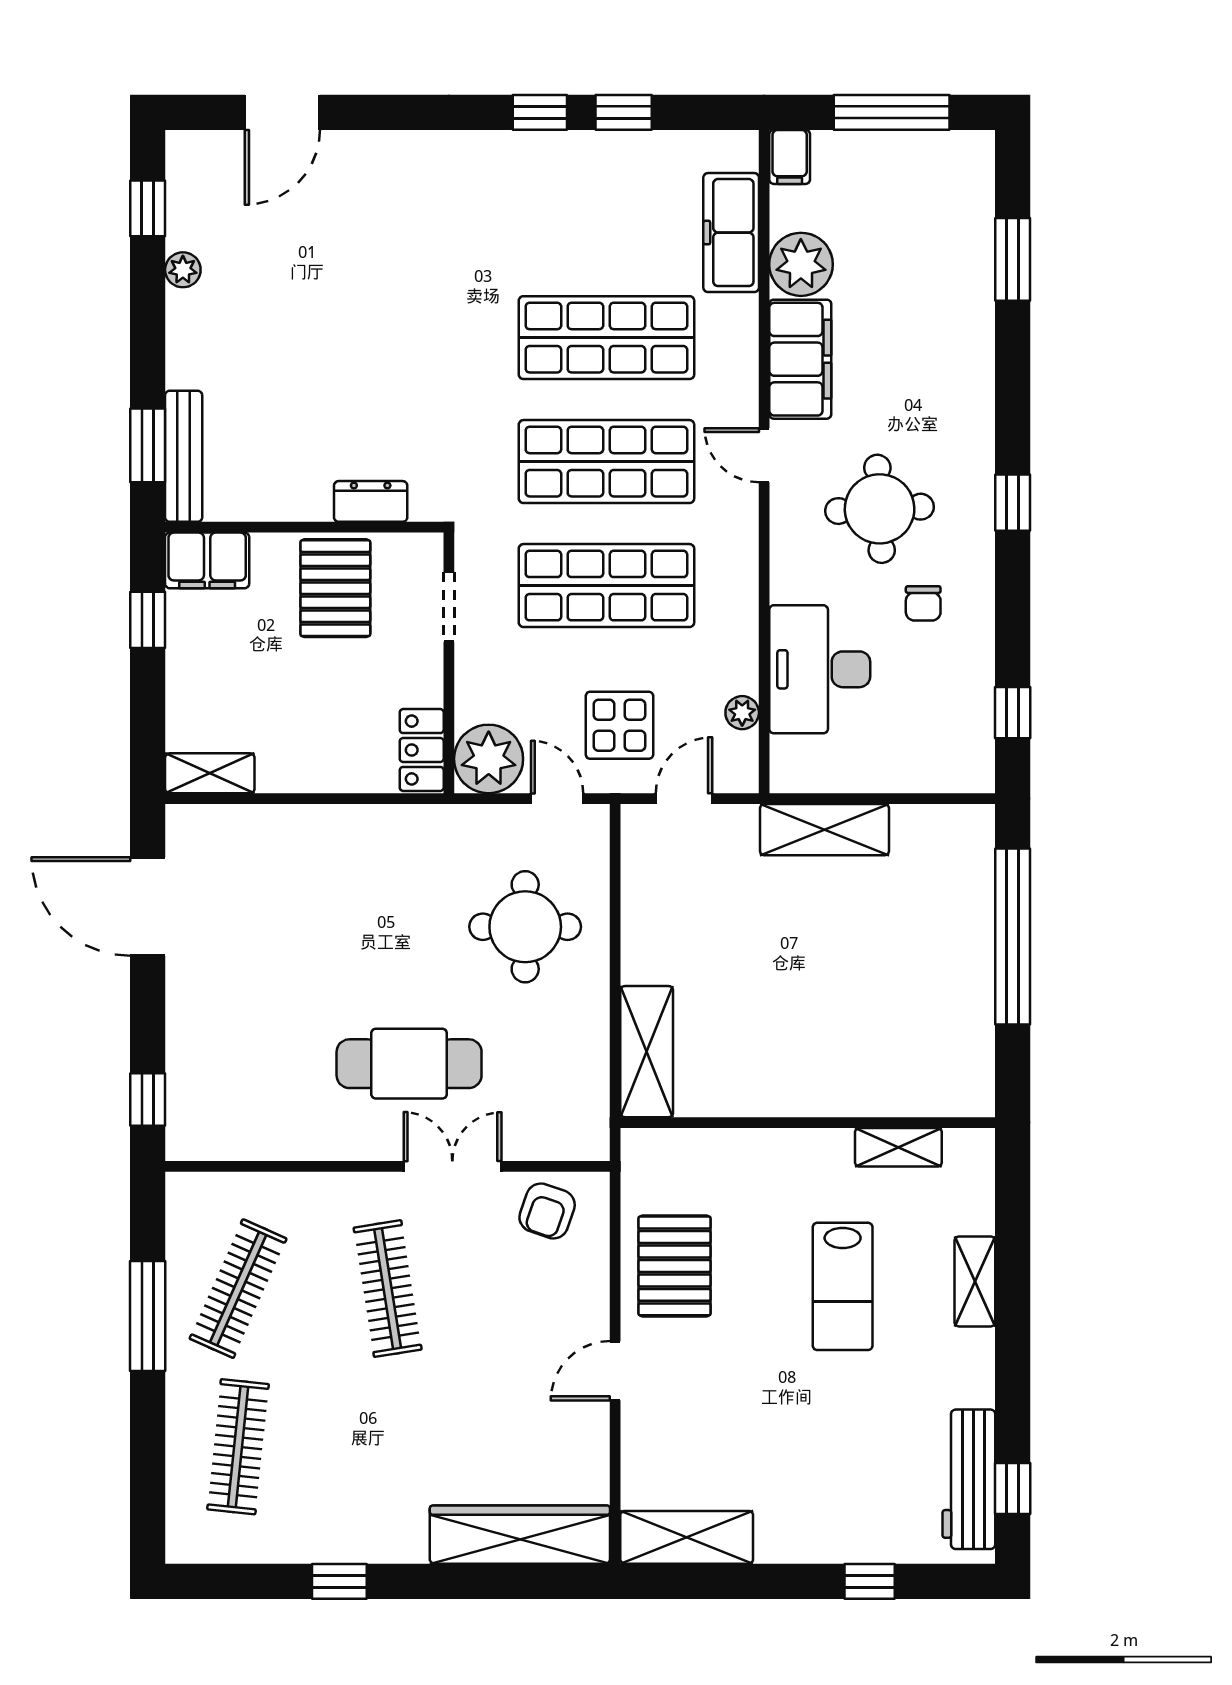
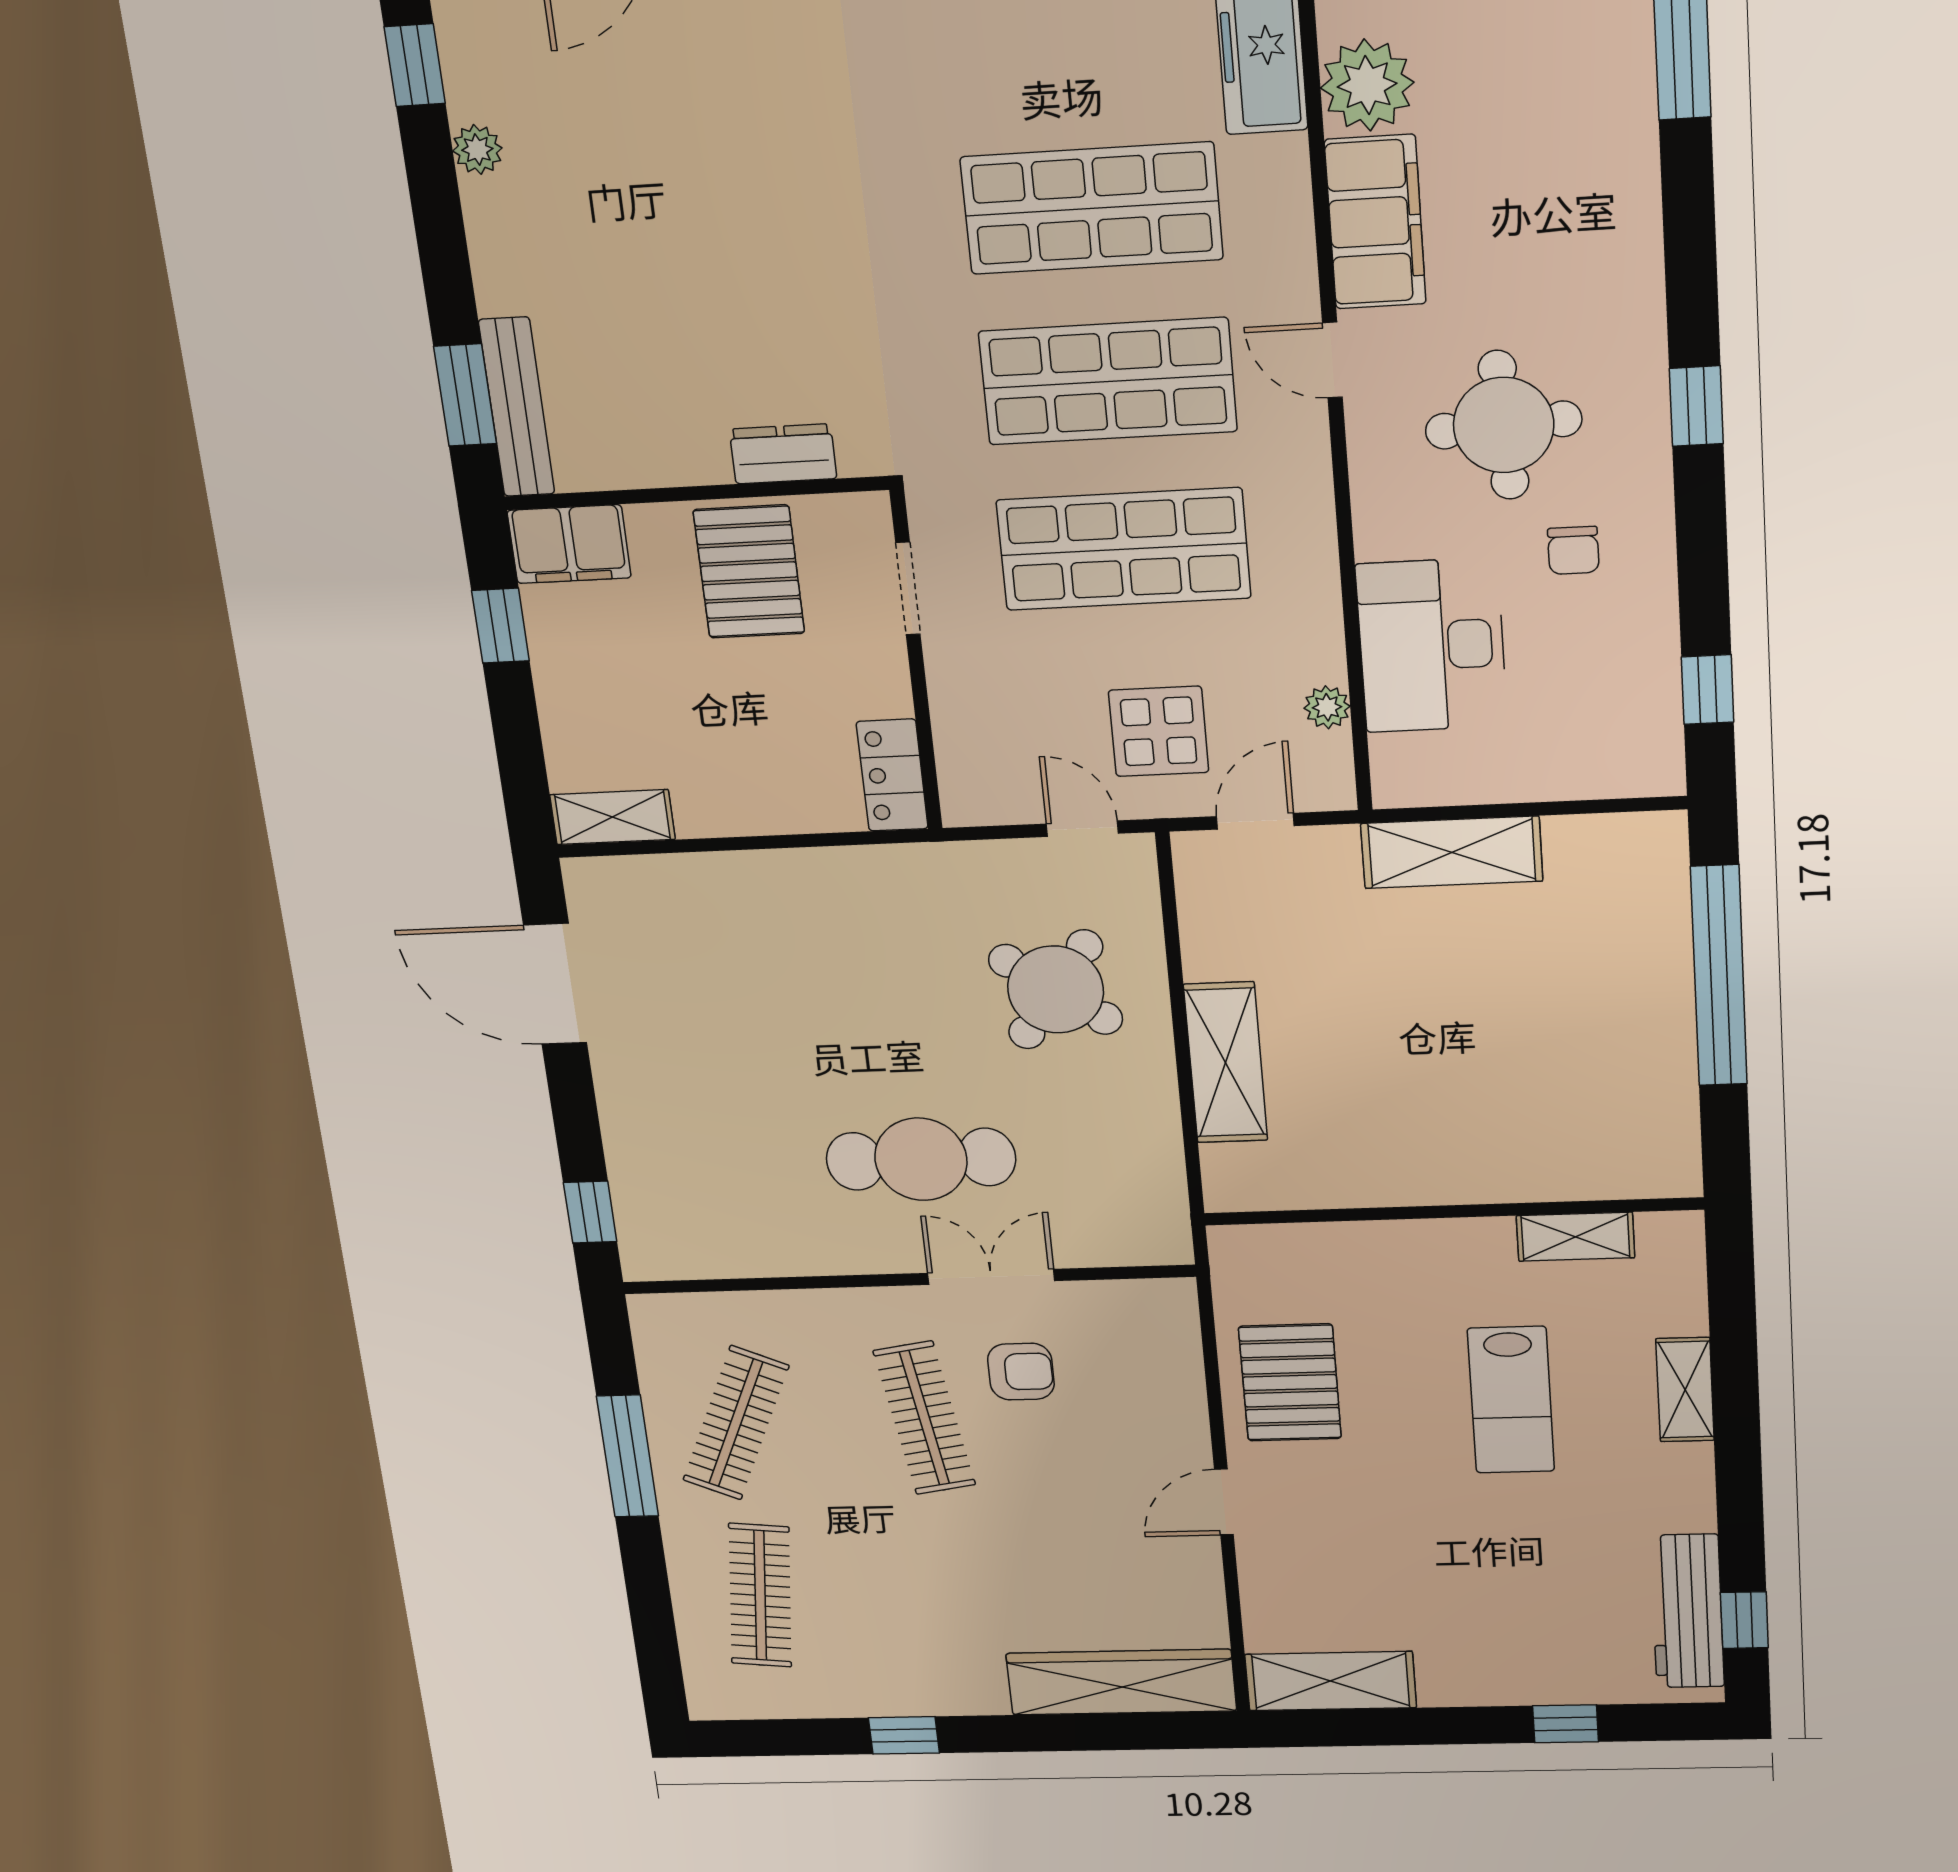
plant: (489, 759) -> (984, 782), removed
round table: (525, 927) -> (1056, 989), turned 36
shelving: (647, 1052) -> (1226, 1063), moved
armchair: (547, 1211) -> (1021, 1372), moved, turned -109

